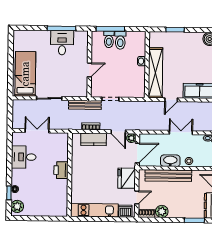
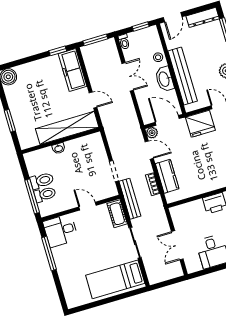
desk: (62, 43) -> (61, 231), moved
cot: (76, 91) -> (117, 214), added
door: (118, 132) -> (149, 150), hinge flipped
double door: (181, 133) -> (128, 77), swing flipped

